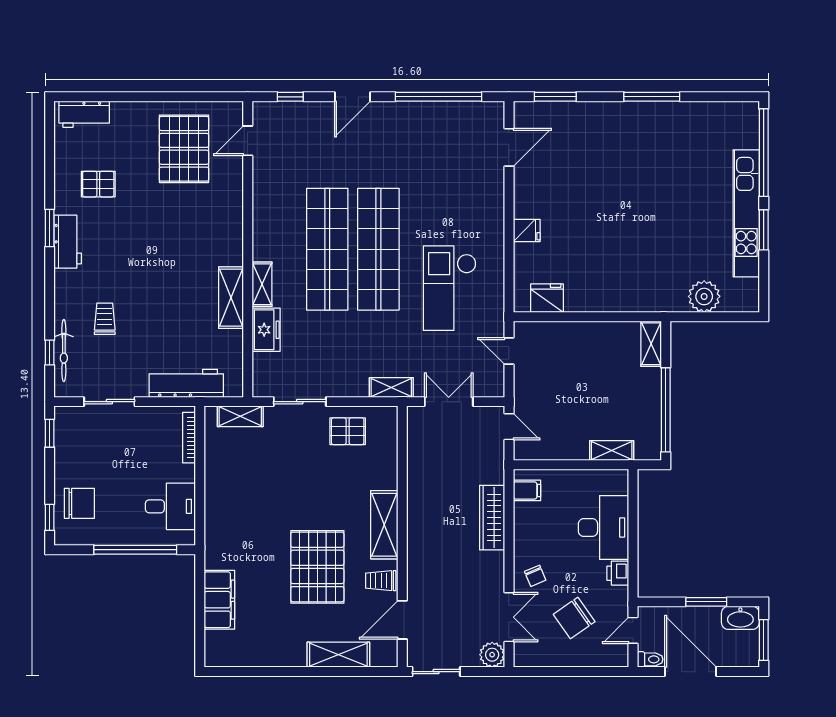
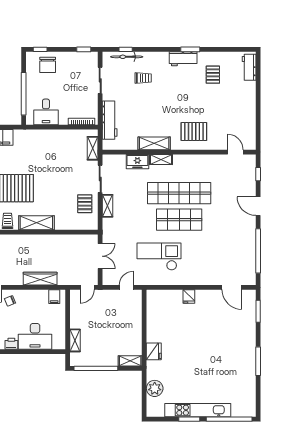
pallet: (184, 149) -> (194, 131), moved, width x0.73, depth x0.71
shop shelf: (378, 249) -> (179, 220), width x0.71
fridge: (547, 298) -> (154, 351), moved
shelving: (391, 387) -> (108, 206), moved

